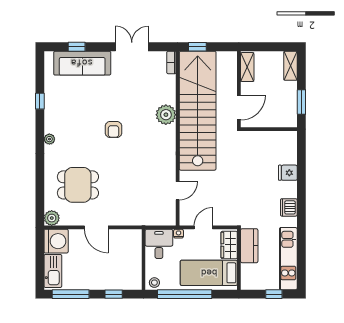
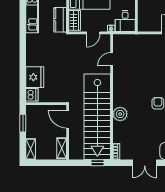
door: (239, 107) -> (68, 119), hinge flipped
fridge: (288, 173) -> (35, 77), width x1.88, depth x1.34
dishwasher: (289, 207) -> (32, 95), moved

